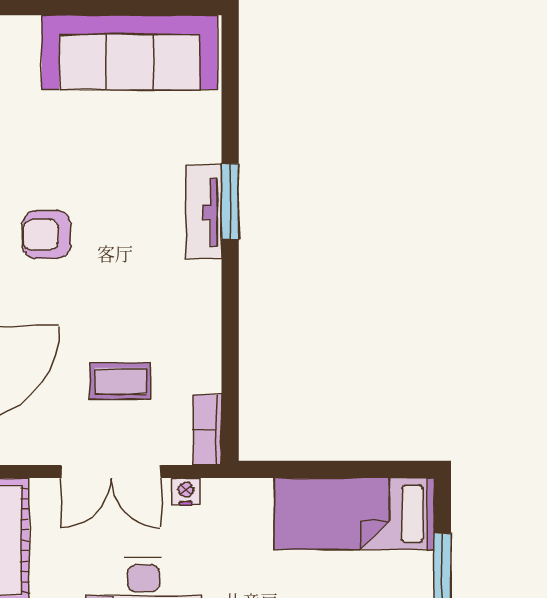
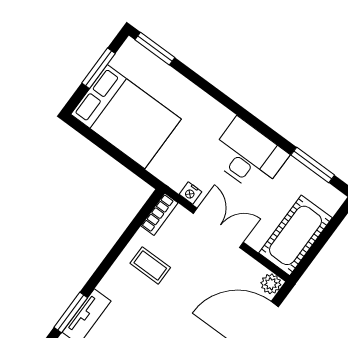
coffee table: (120, 381) -> (150, 265), moved
bed: (354, 514) -> (126, 117), width x1.50

